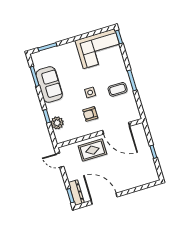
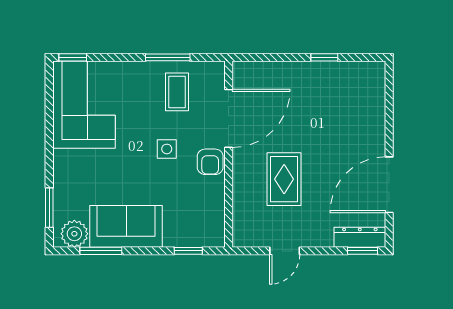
plant: (57, 123) -> (74, 234), moved
door: (116, 128) -> (229, 118), moved
wall: (100, 133) -> (229, 154), moved

